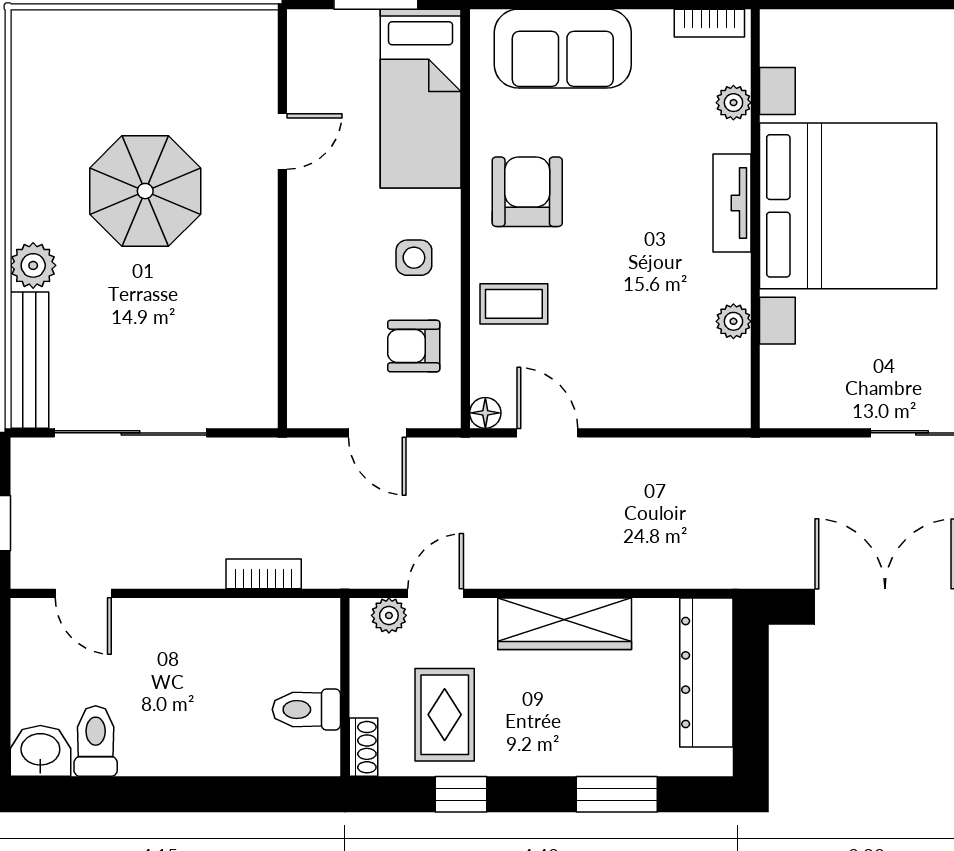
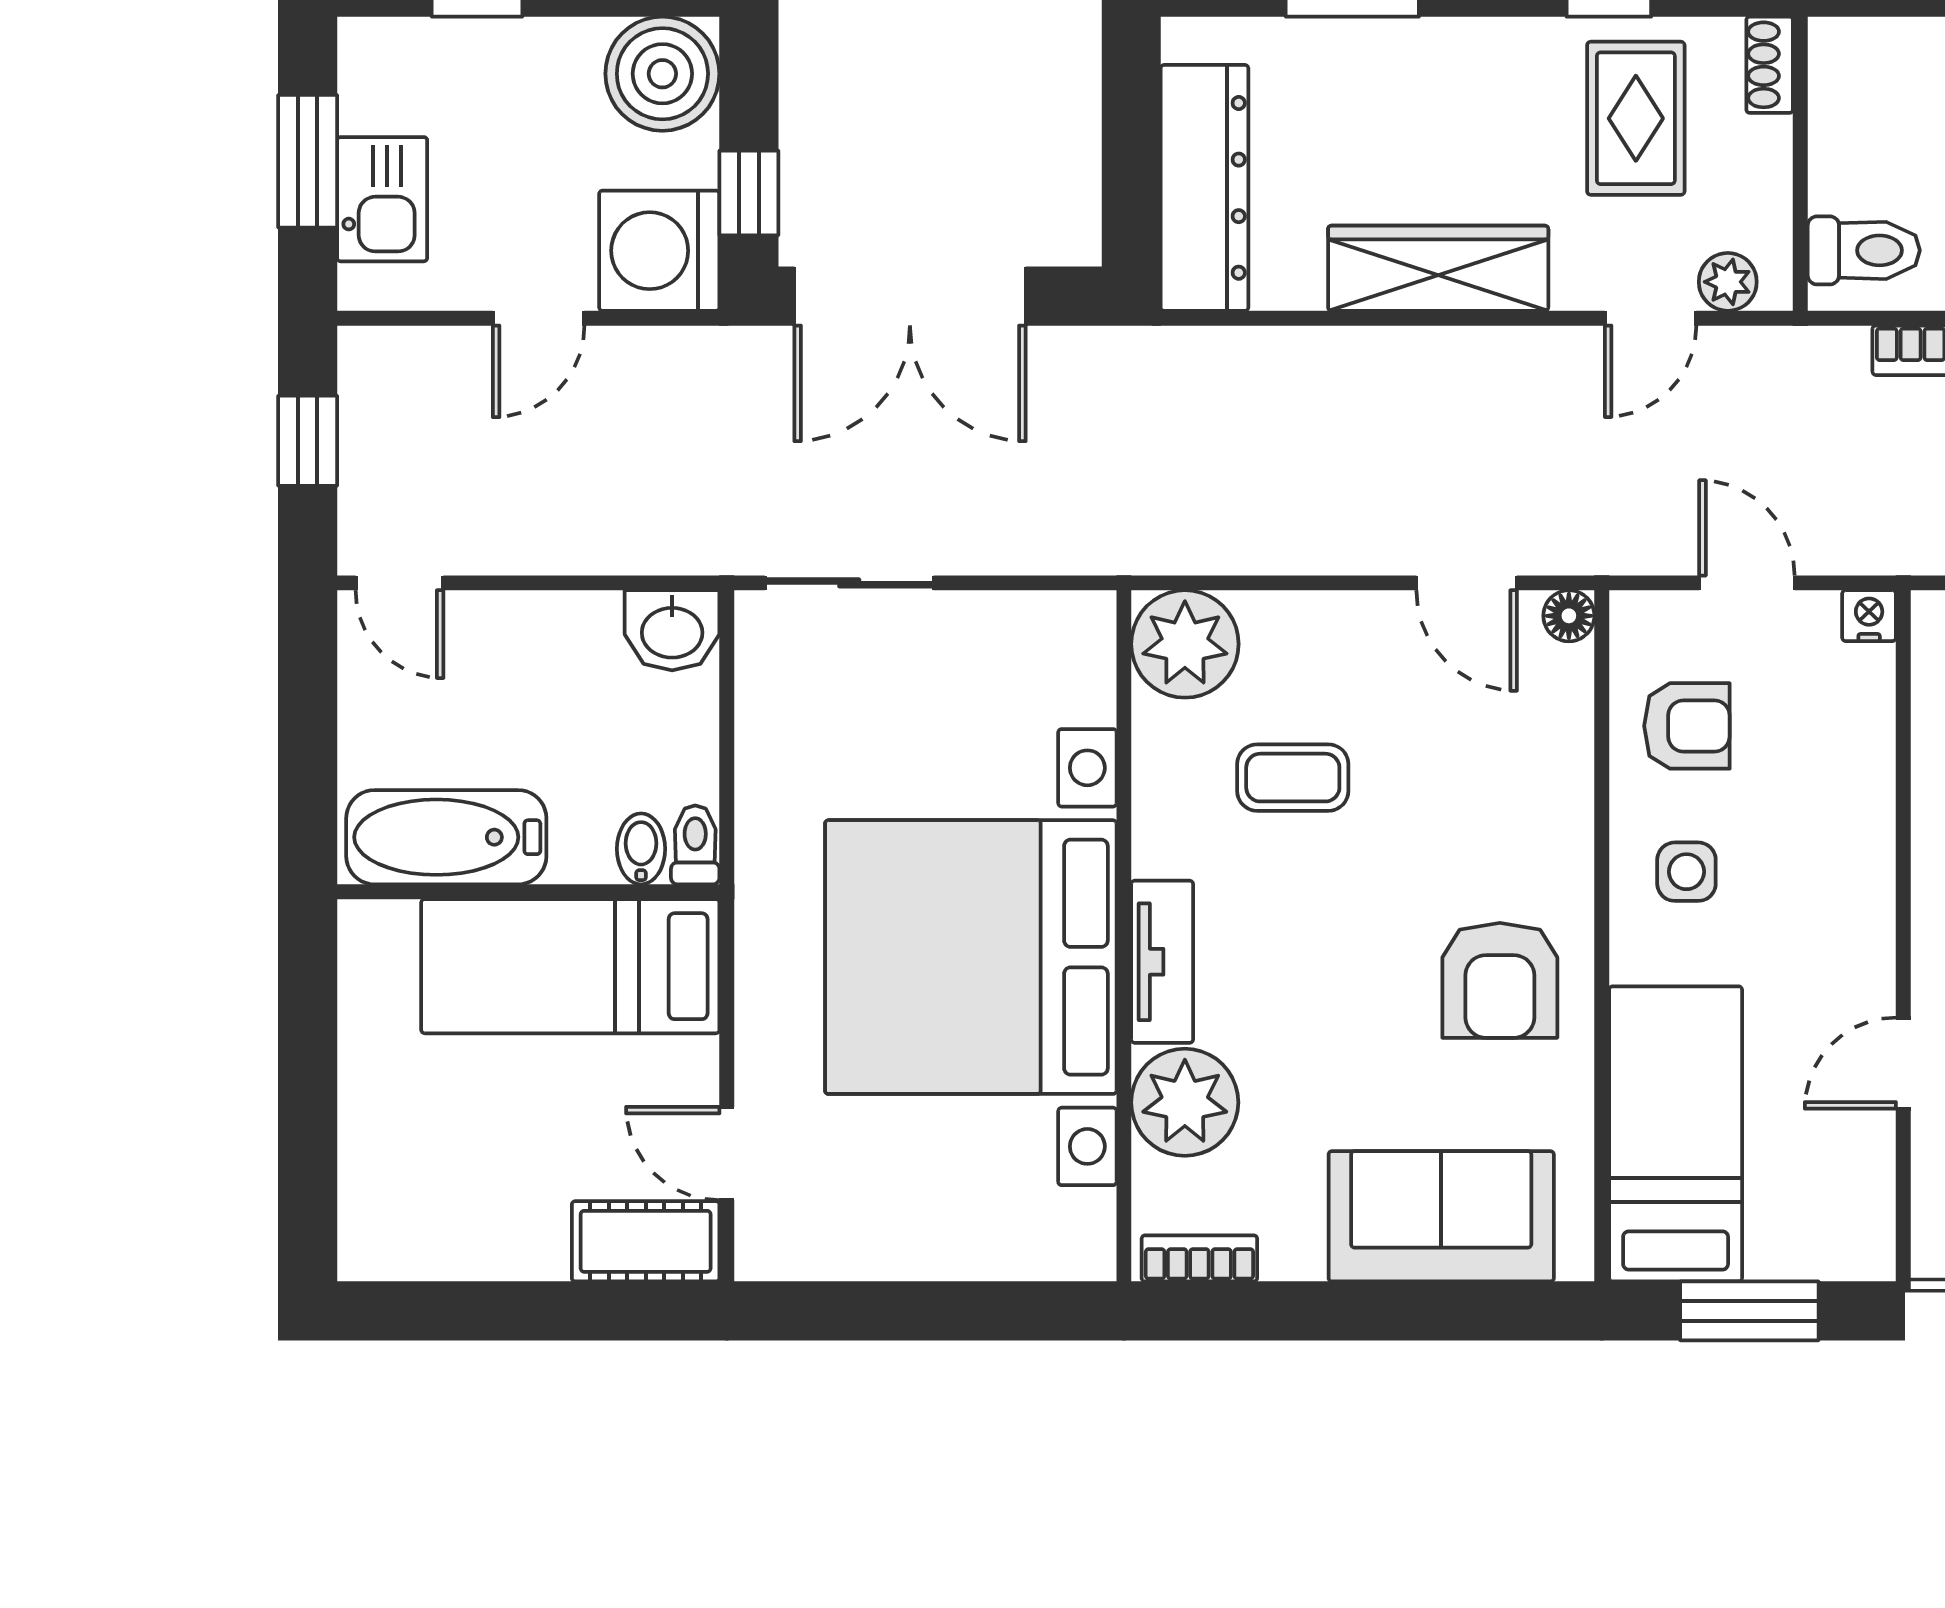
plant: (733, 103) -> (1185, 1102), width x1.88, depth x1.88
coffee table: (514, 304) -> (1293, 778), moved
plant: (733, 321) -> (1185, 644), moved, width x1.88, depth x1.88
nightstand: (303, 413) -> (1869, 616), added
toilet: (306, 709) -> (1864, 250), moved

